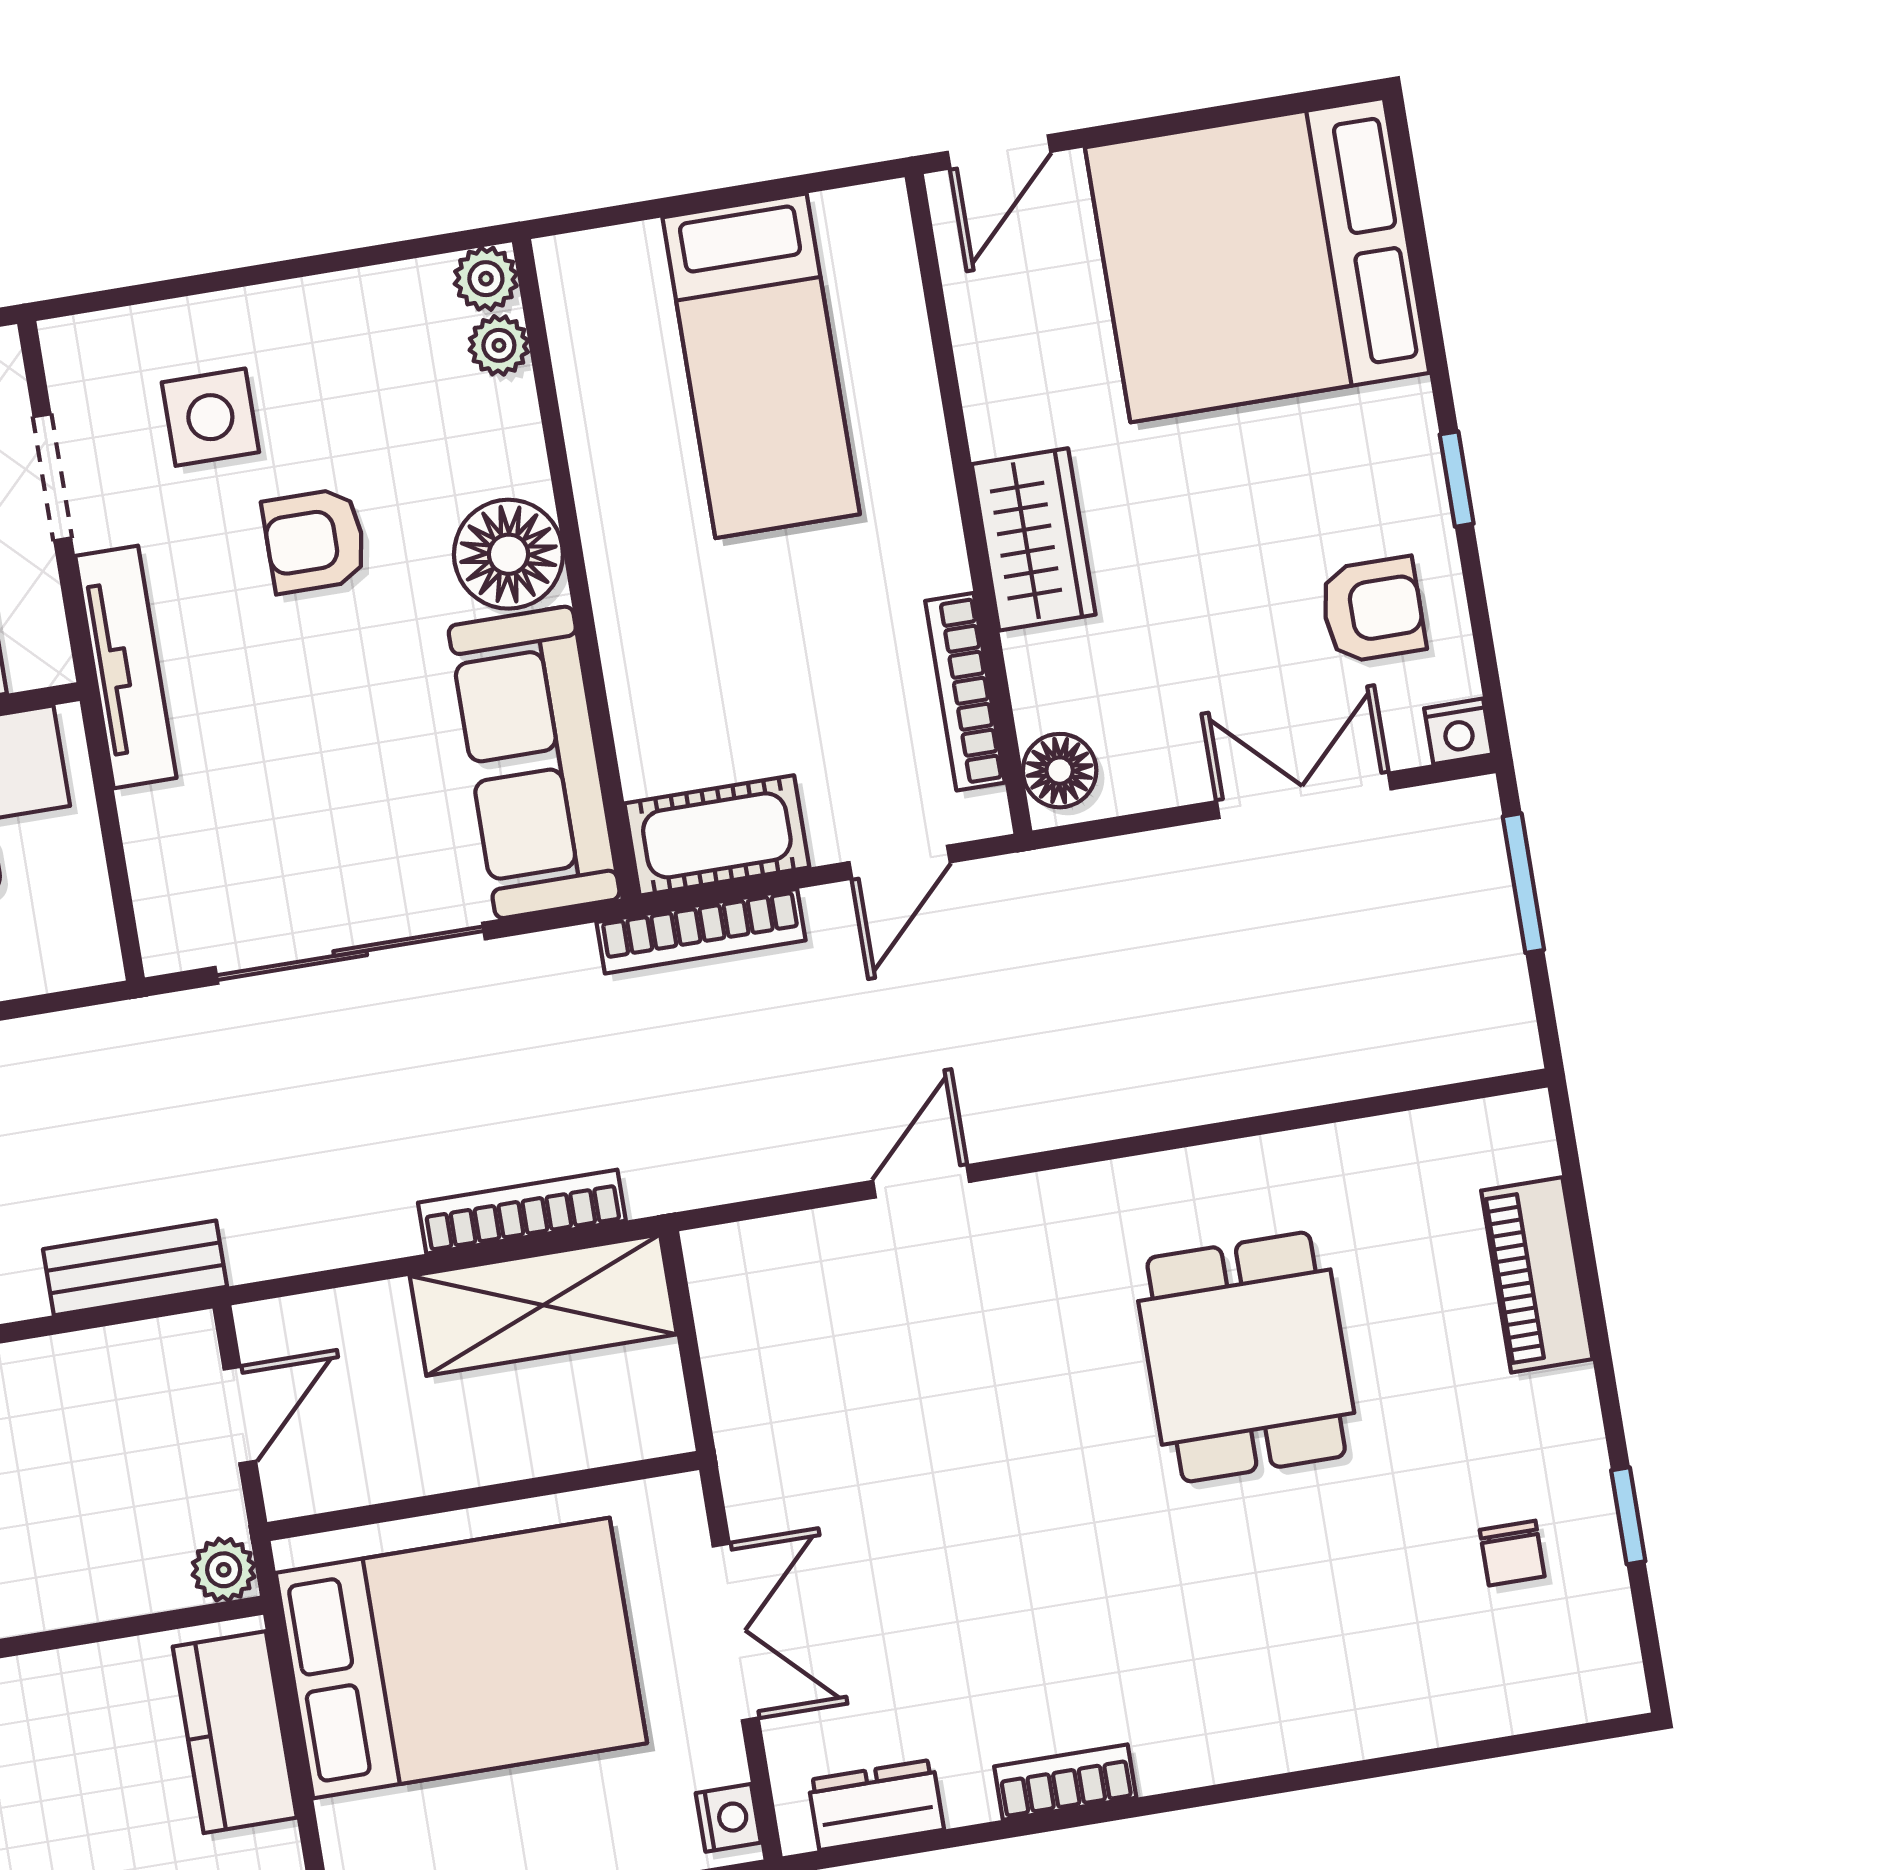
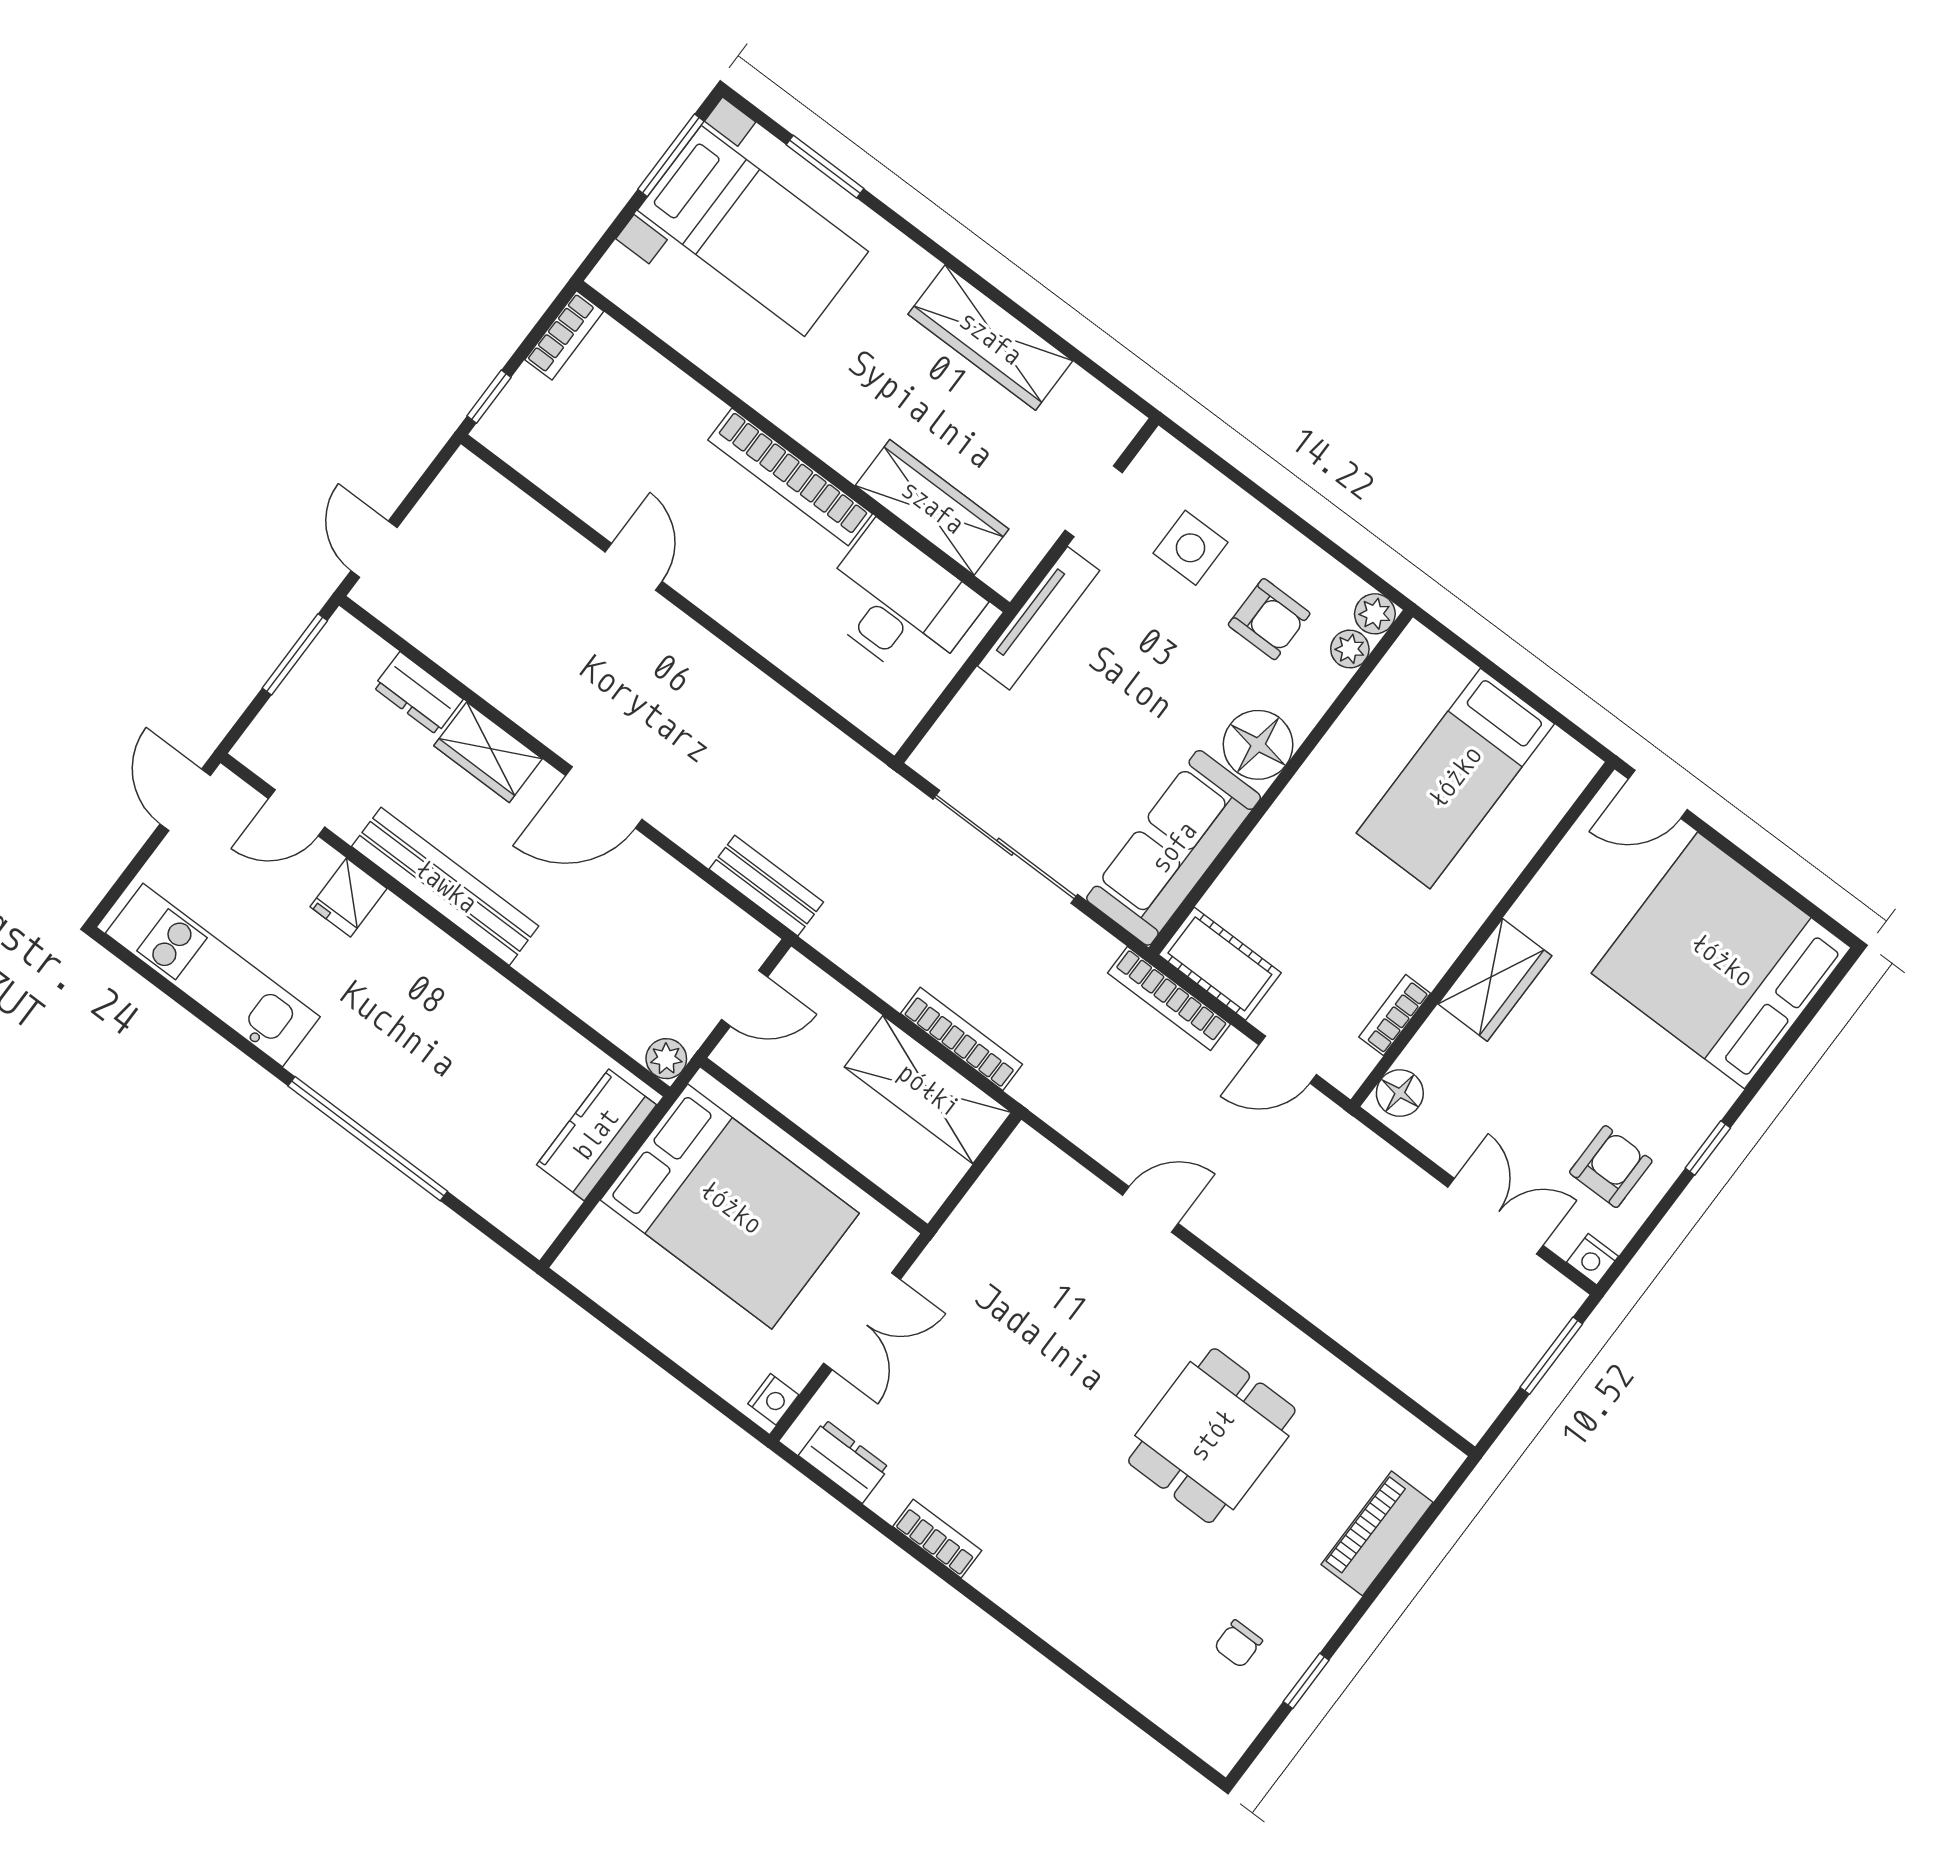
armchair: (315, 541) -> (1269, 619), moved, turned 180
armchair: (1373, 610) -> (1611, 1167), turned -90
bookcase: (965, 692) -> (1395, 1015), width x0.64

